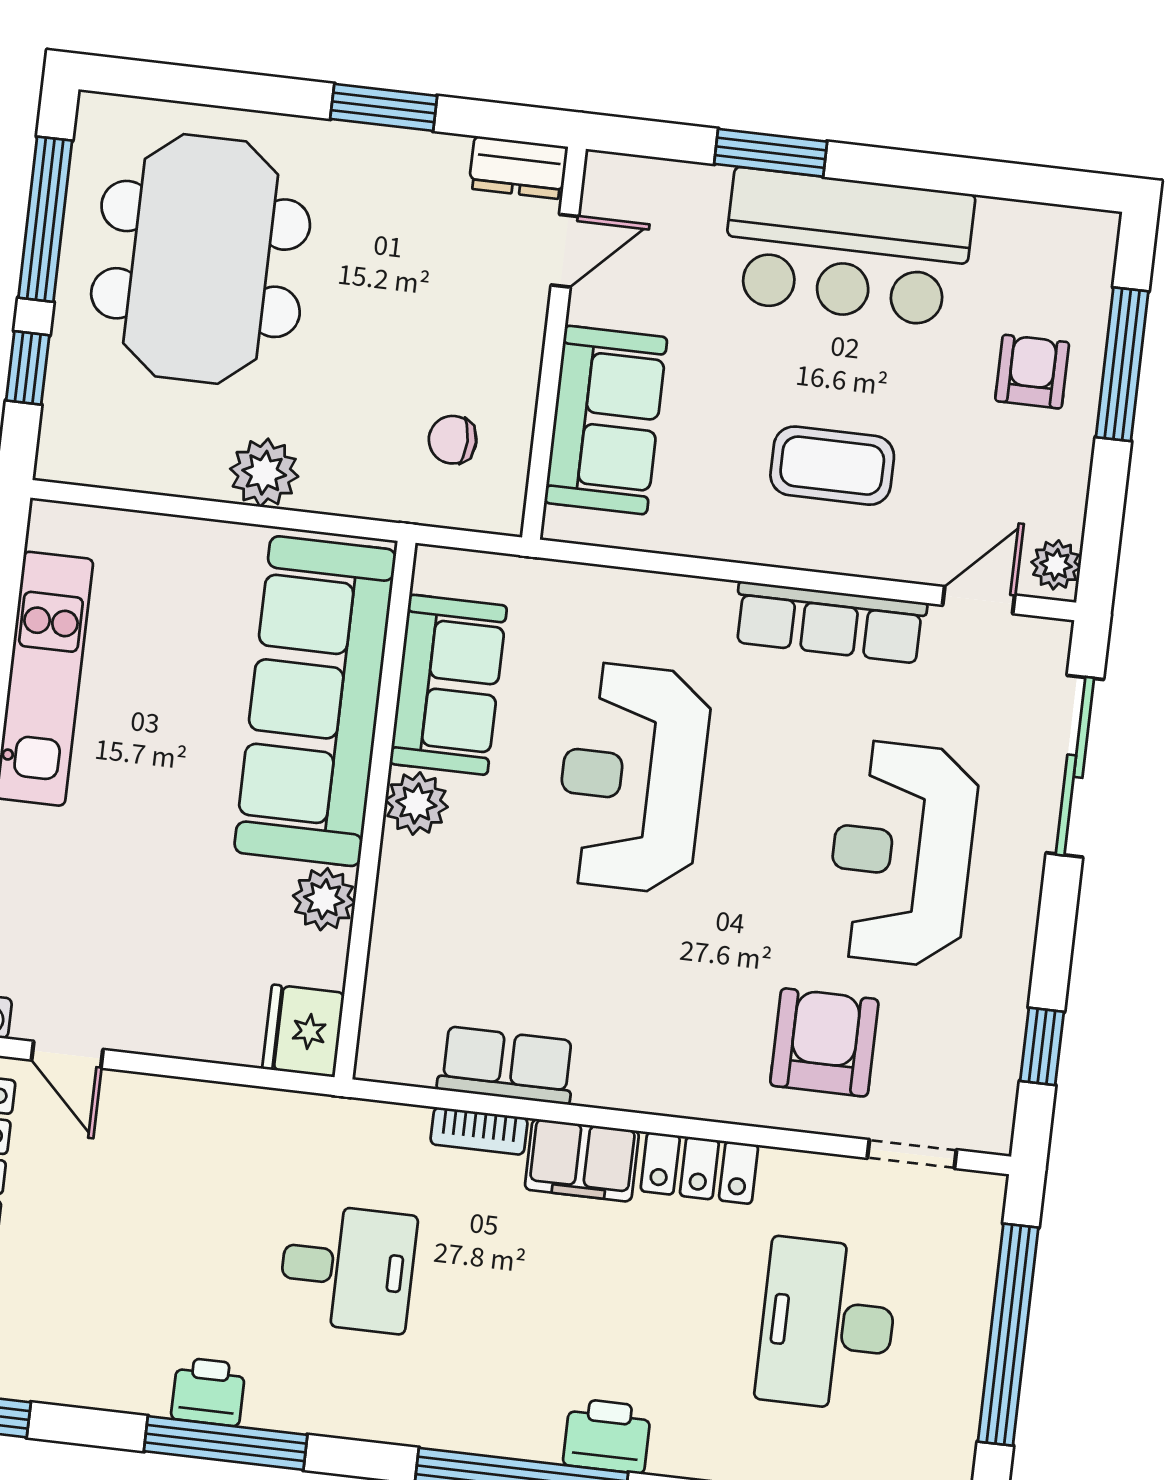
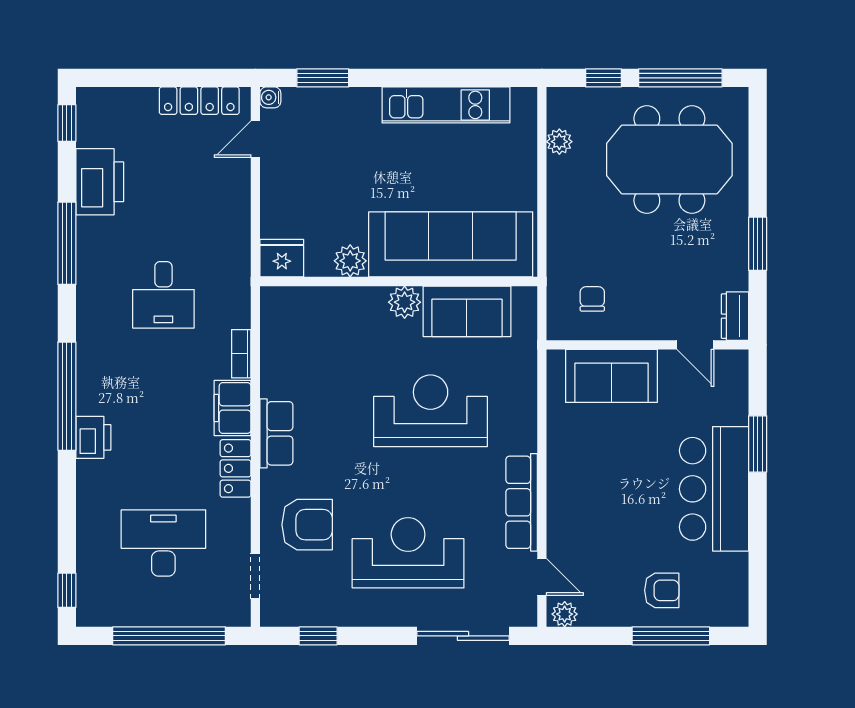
coffee table: (832, 466) -> (602, 494), removed
plant: (264, 473) -> (559, 142), moved, width x0.73, depth x0.73
row of seats: (507, 1065) -> (276, 433), moved
printer: (208, 1392) -> (100, 182), moved, width x1.87, depth x1.48

